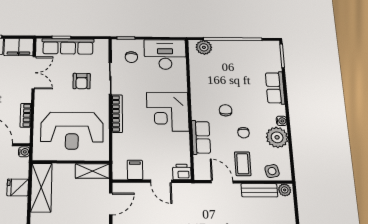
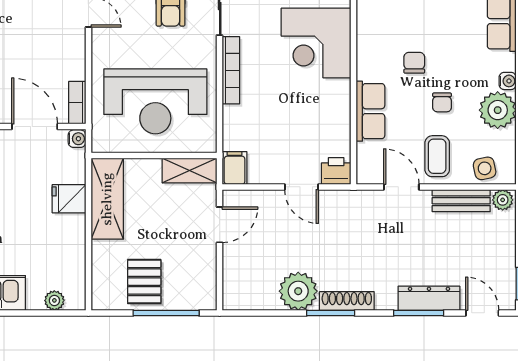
corner desk: (168, 112) -> (316, 43), moved
bookcase: (26, 115) -> (77, 103), moved
filing cabinet: (135, 170) -> (235, 168), moved

